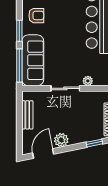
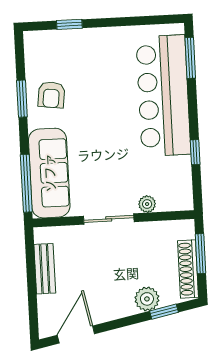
armchair: (36, 16) -> (51, 95), turned 97
window: (19, 31) -> (22, 99), moved
plant: (61, 140) -> (147, 299), moved

